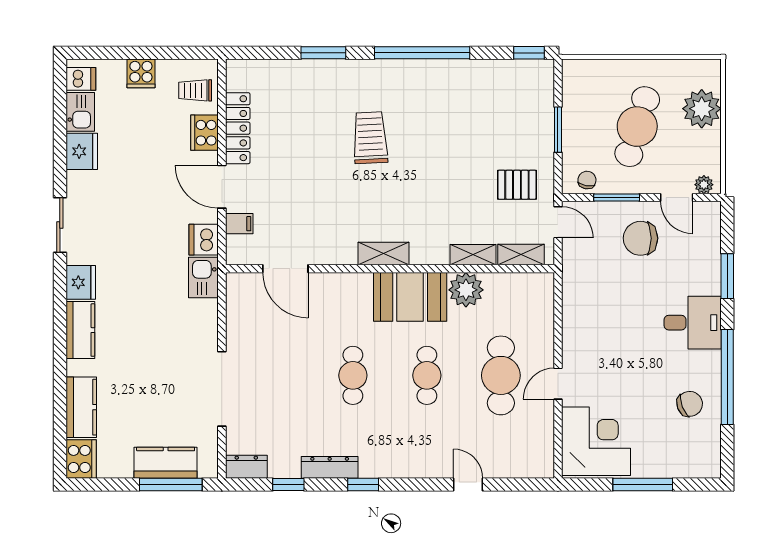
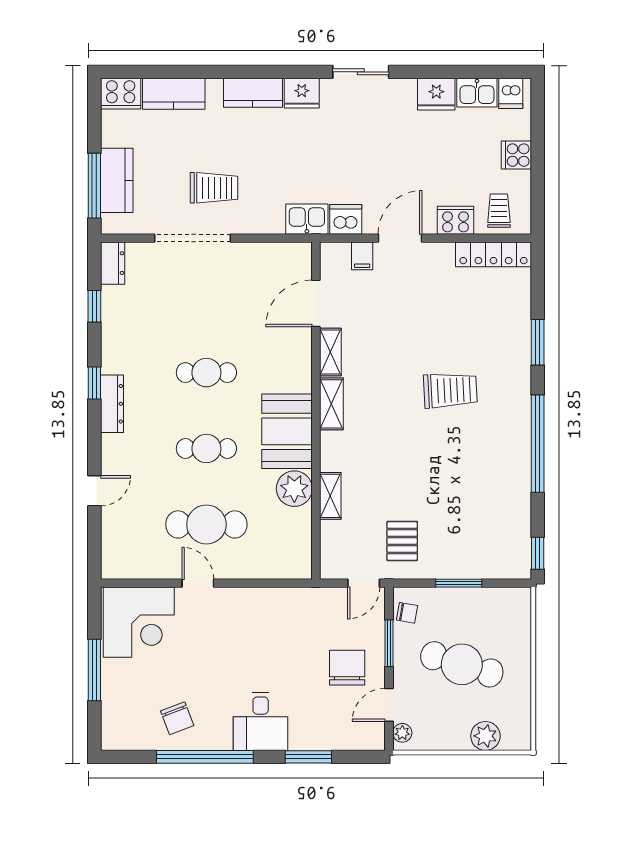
plant: (702, 109) -> (485, 736), width x0.73, depth x0.73
locker: (238, 128) -> (494, 254), moved
shelving: (521, 255) -> (330, 352), moved
trolley: (173, 368) -> (214, 188), added
dresser: (330, 467) -> (112, 404), moved

